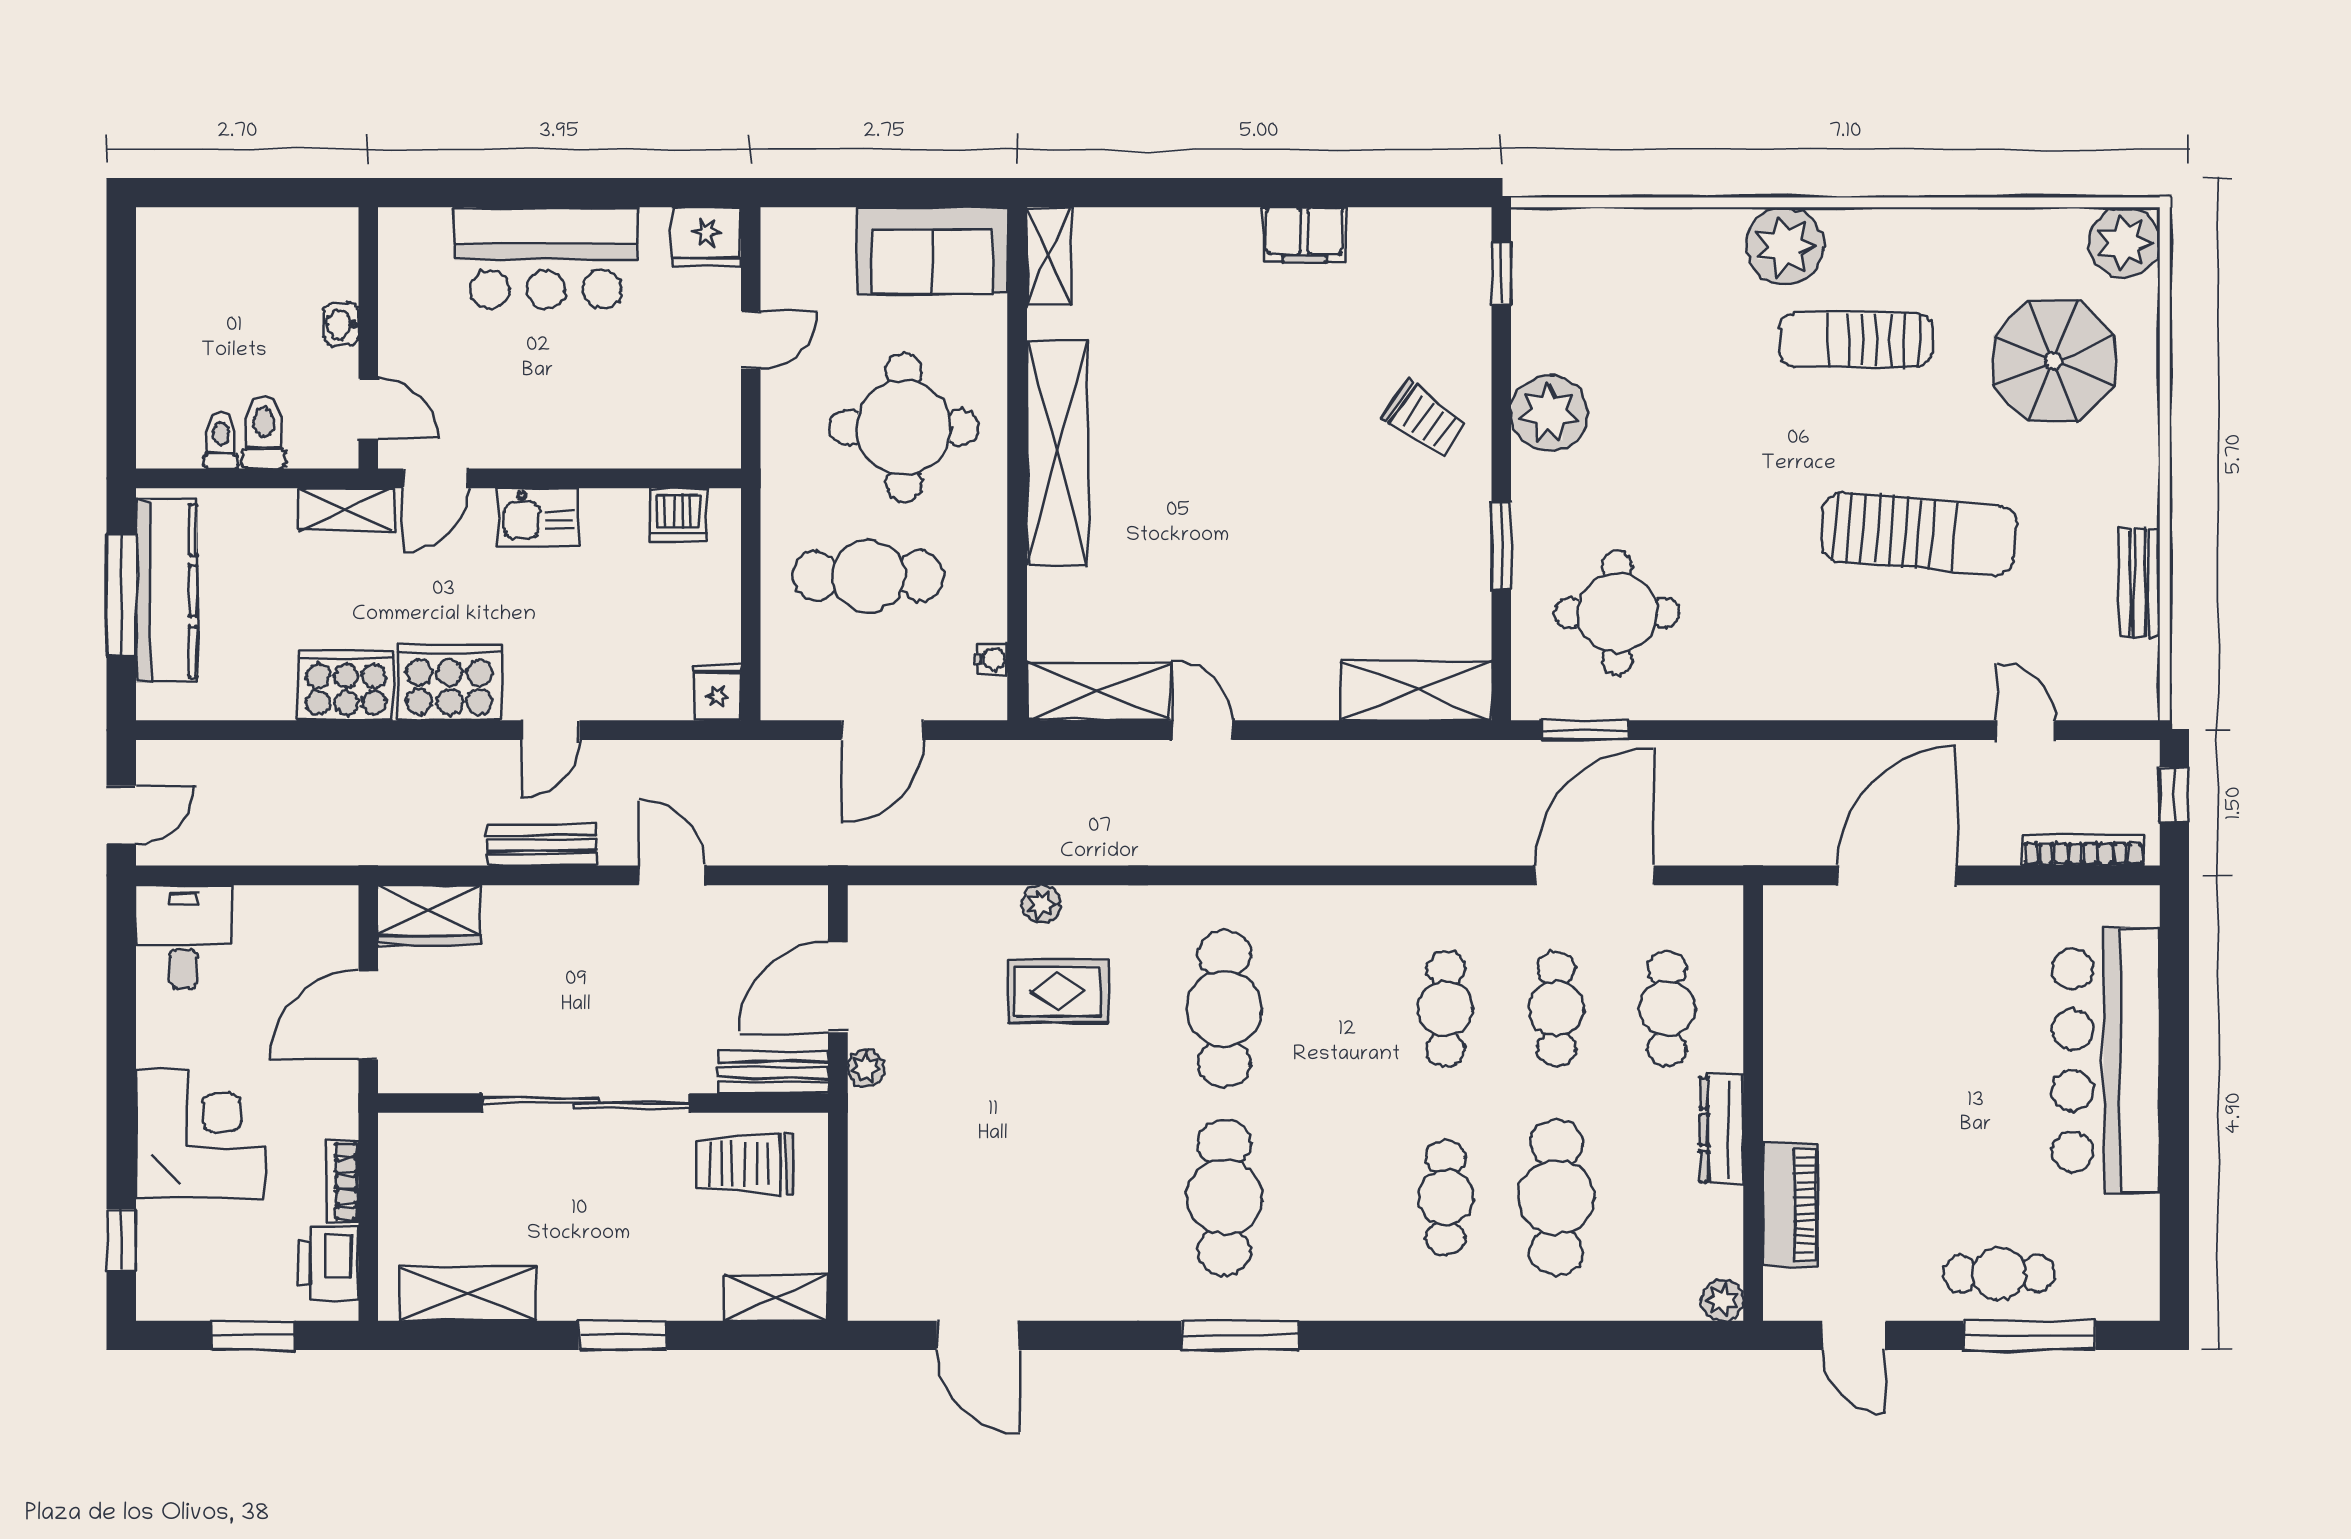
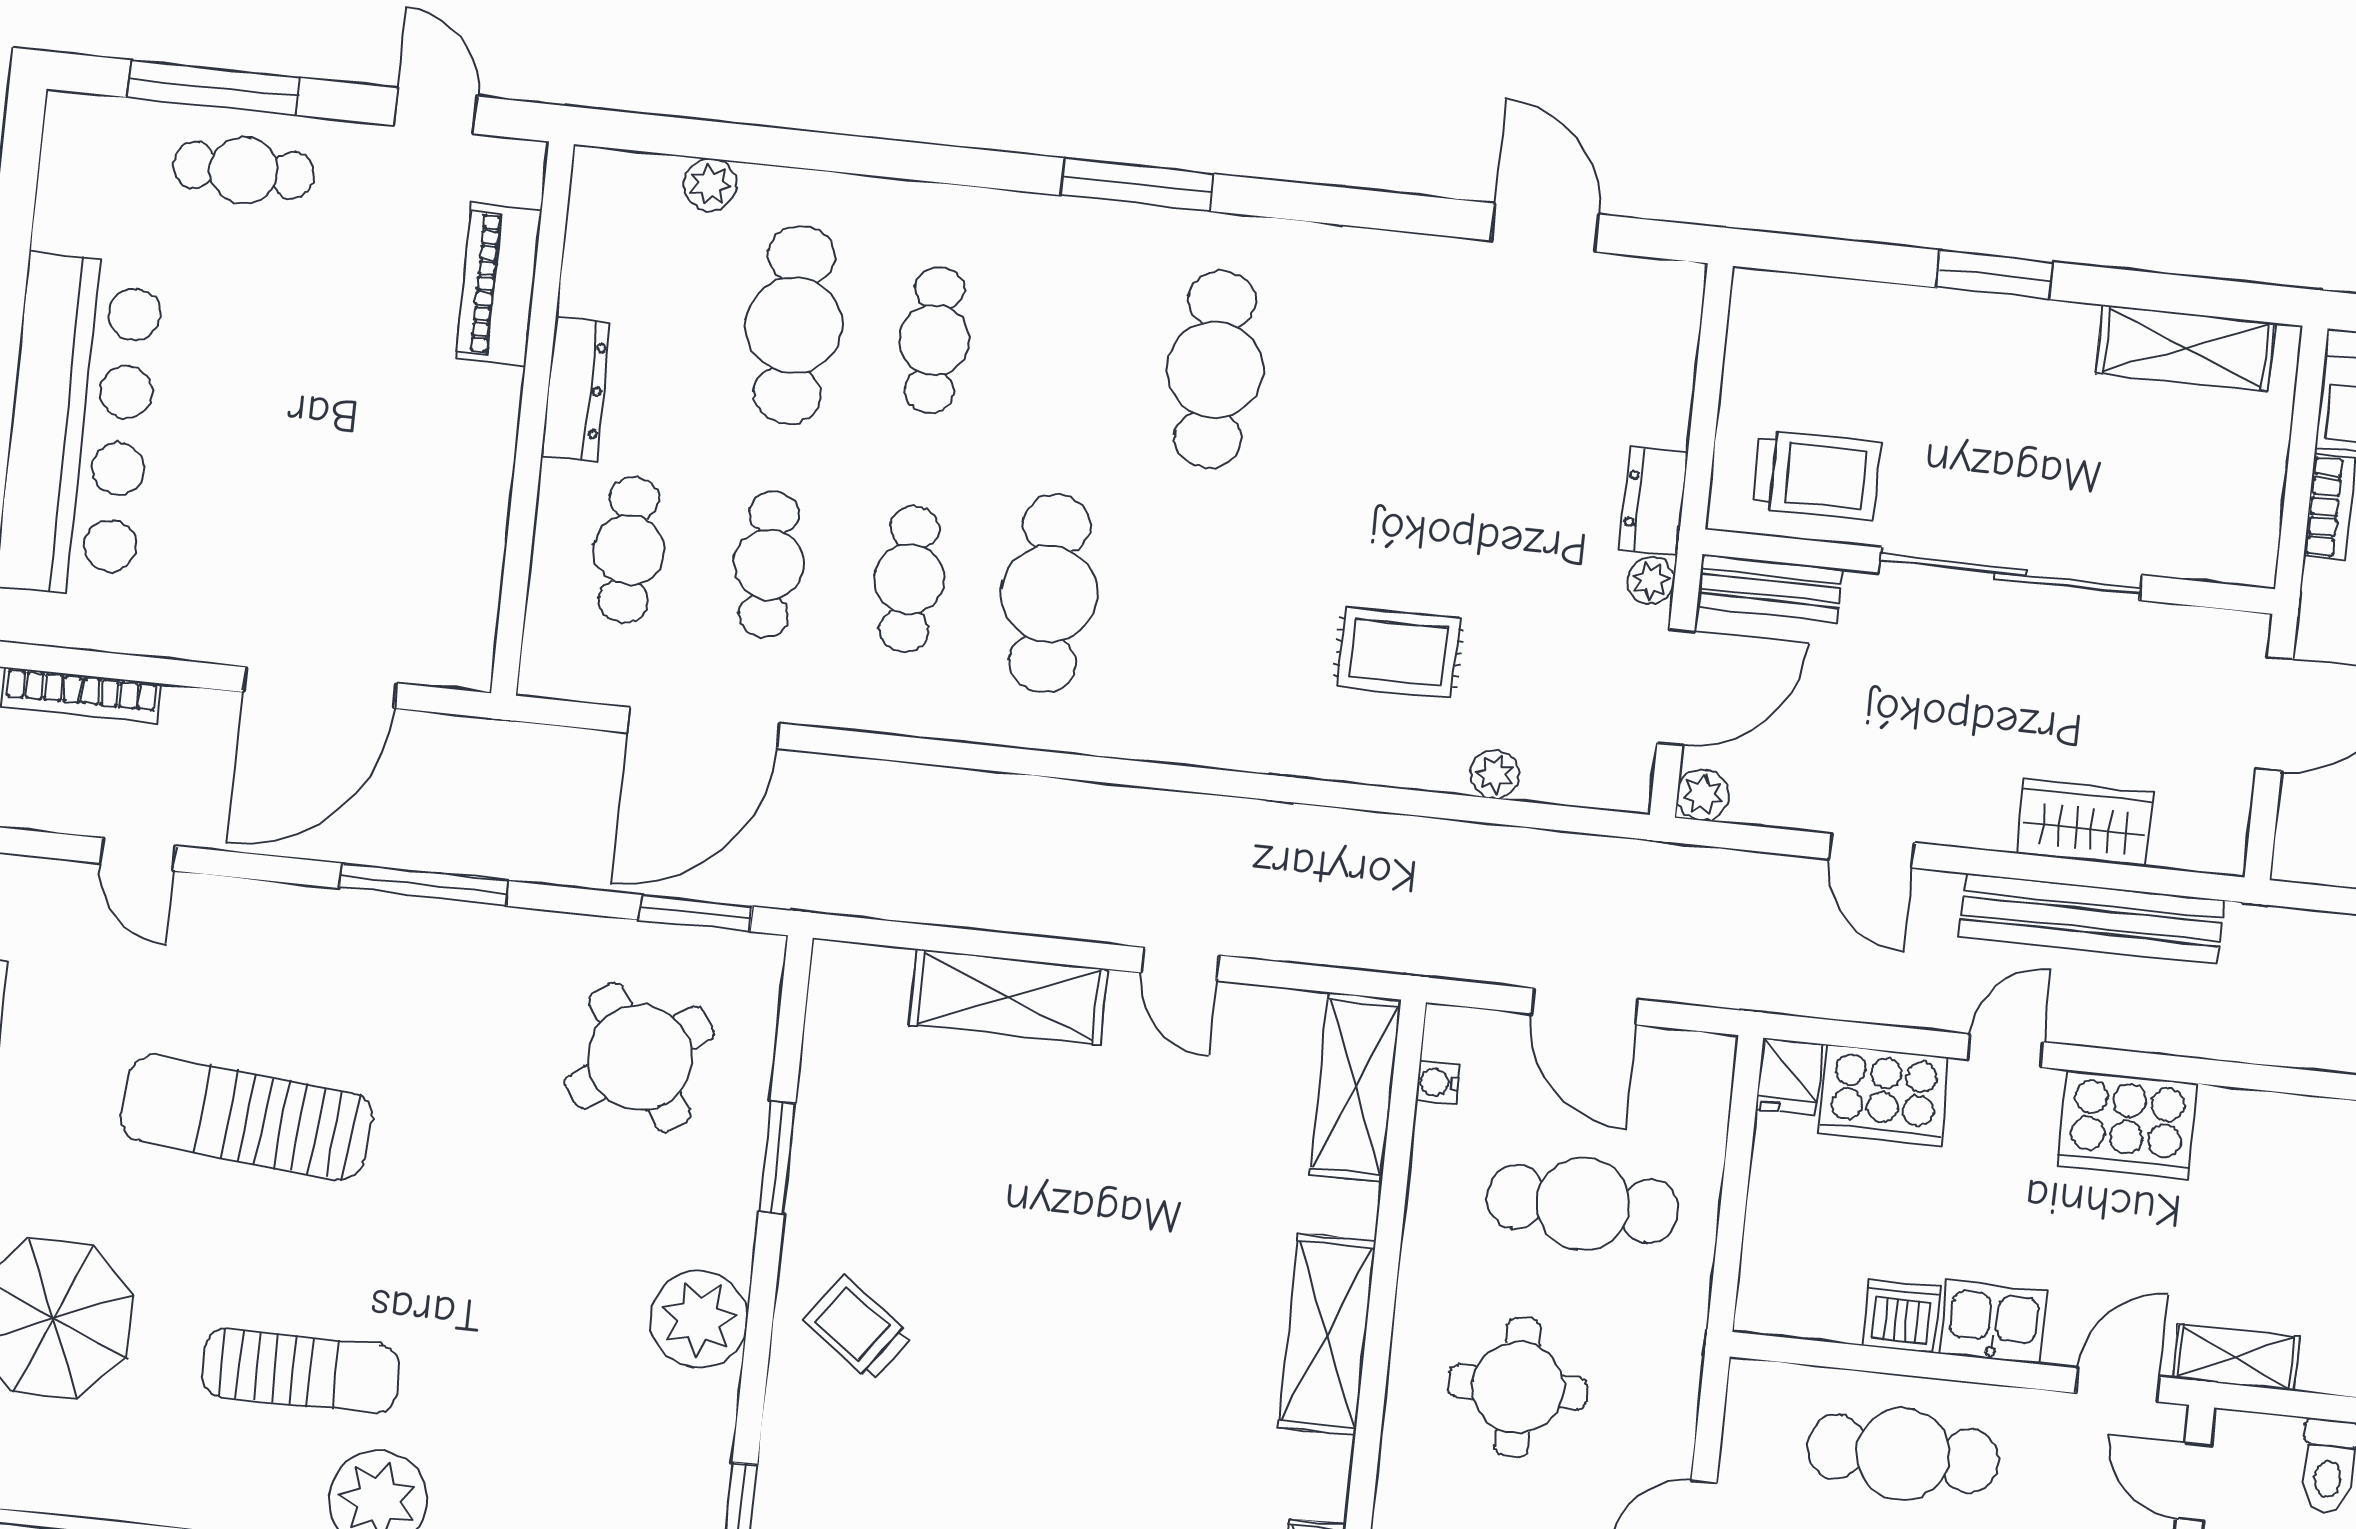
cafe table: (598, 407) -> (1903, 1454), added
round table: (904, 427) -> (1518, 1387), width x0.73, depth x0.73
shelving: (1057, 453) -> (1327, 1334), width x0.68
dishwasher: (678, 514) -> (1902, 1316), moved
round table: (1617, 613) -> (640, 1058), turned -35
cooker: (346, 685) -> (1884, 1096), moved
shelving: (1416, 690) -> (1009, 997), moved
shelving: (1099, 692) -> (1355, 1087), moved, turned 90
door: (883, 730) -> (1585, 1007), swing flipped
window: (1799, 730) -> (424, 885), added
bench: (541, 845) -> (2092, 919), width x1.86, depth x1.21
plant: (1041, 904) -> (1495, 774), moved
plant: (808, 905) -> (1703, 795), added
wardrobe: (429, 915) -> (2085, 823), moved
cafe table: (1224, 1009) -> (1049, 594), moved
dresser: (870, 1131) -> (1654, 501), added
shelving: (776, 1298) -> (1795, 302), removed
plant: (1723, 1300) -> (710, 185), moved
window: (1240, 1335) -> (1137, 185), moved

